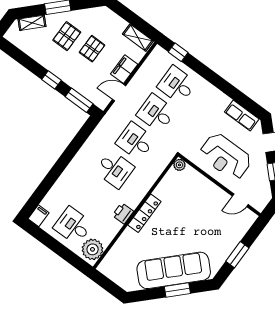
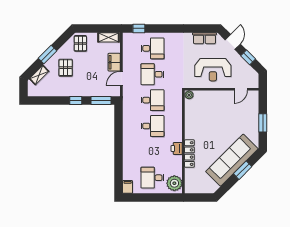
pallet: (92, 49) -> (80, 43), moved
desk: (177, 85) -> (152, 48), turned 180
desk: (135, 141) -> (152, 100), turned 180
locker: (144, 213) -> (189, 154), moved

